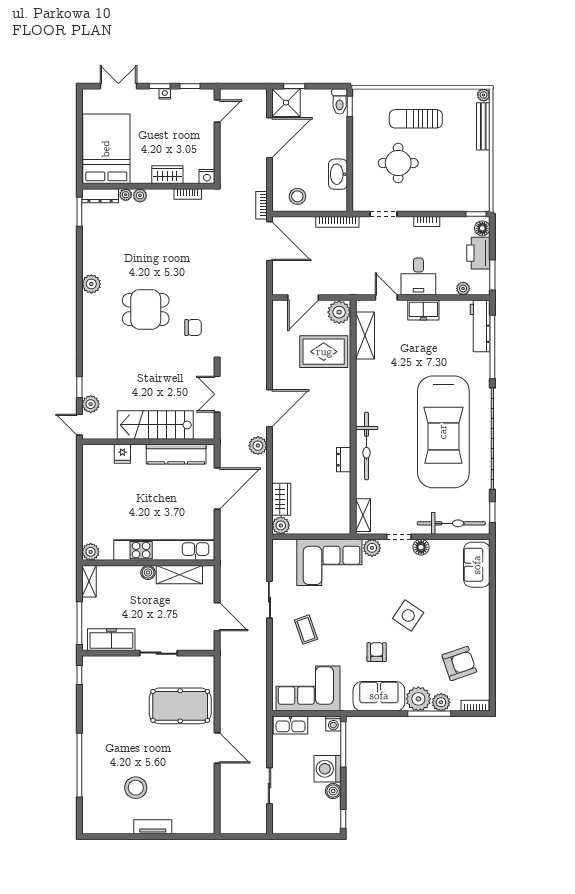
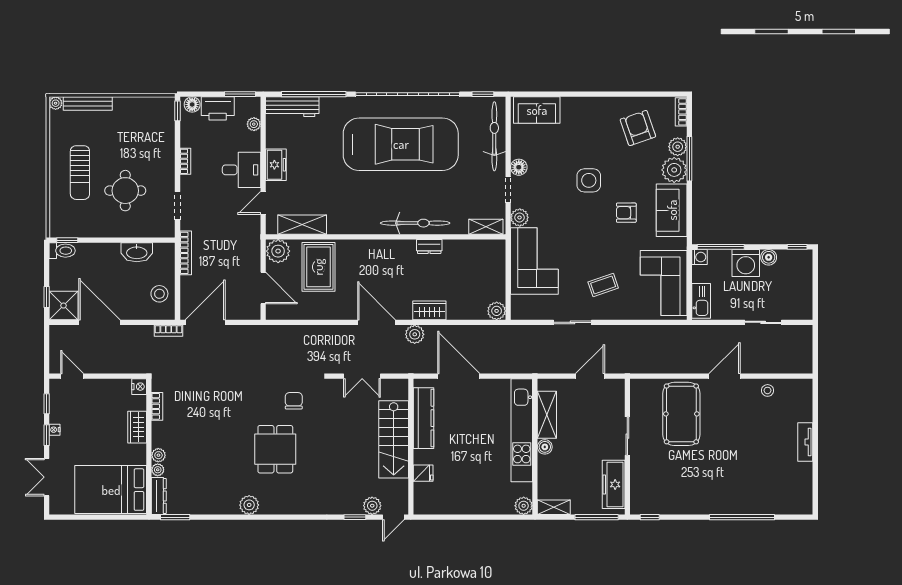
wardrobe: (281, 499) -> (429, 310), moved
side table: (408, 616) -> (589, 180), turned -34
stool: (136, 788) -> (768, 390), moved, width x0.53, depth x0.53

